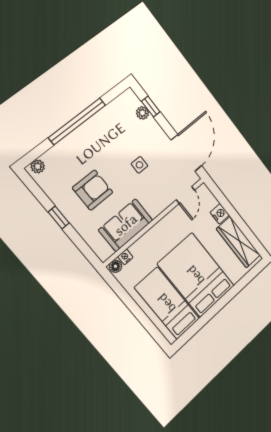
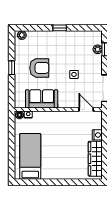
window: (77, 121) -> (60, 28), width x0.32
door: (185, 195) -> (86, 110), swing flipped
bed: (196, 275) -> (57, 156), removed

